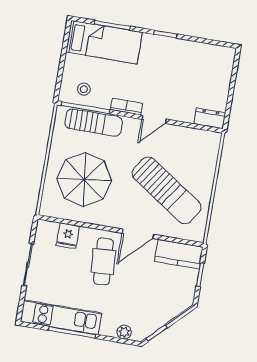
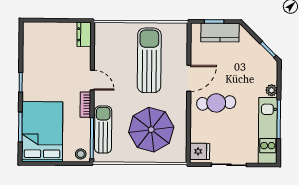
bed: (104, 42) -> (42, 132), width x1.50
stool: (84, 89) -> (81, 154), moved
sun lounger: (167, 190) -> (149, 60), turned -34
door: (138, 234) -> (189, 78), hinge flipped
fridge: (68, 236) -> (200, 151), moved
kitchen counter: (179, 254) -> (220, 32), moved, turned 90
plant: (124, 332) -> (272, 90), moved

